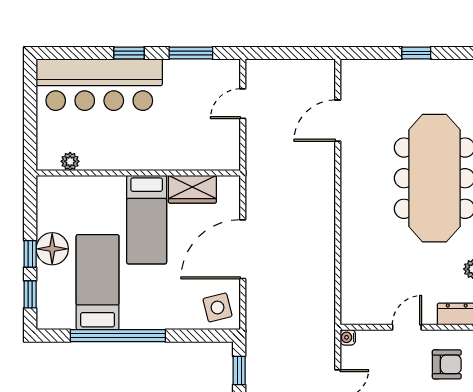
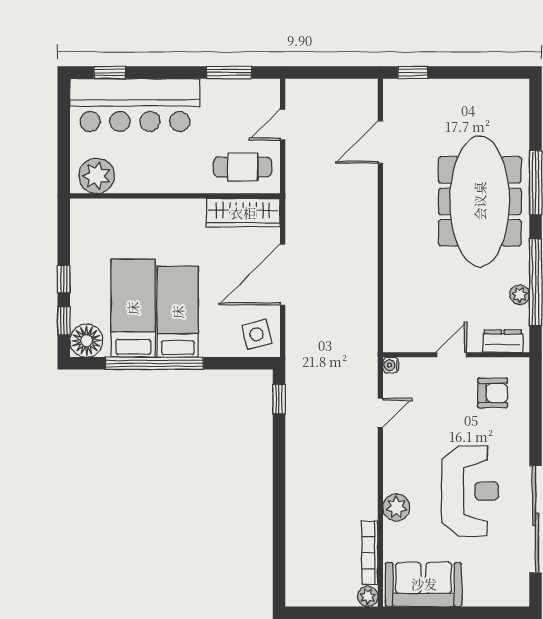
window: (129, 53) -> (110, 72), moved
window: (416, 53) -> (413, 72), moved
cafe table: (204, 145) -> (243, 167), added
plant: (70, 161) -> (97, 176), width x1.88, depth x1.88
wardrobe: (192, 189) -> (243, 213), width x1.50
bed: (147, 220) -> (178, 312), moved, turned 180
floor lamp: (52, 249) -> (87, 341), moved

